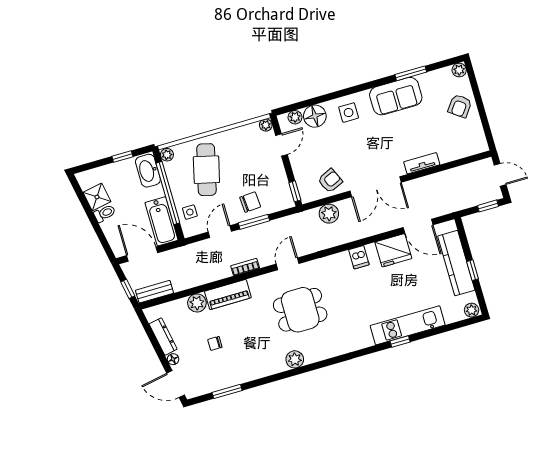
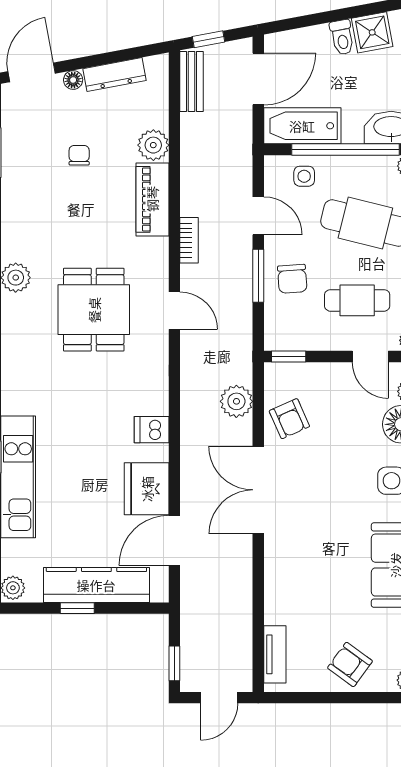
cafe table: (252, 162) -> (357, 300), added
tv unit: (422, 163) -> (275, 654), moved

